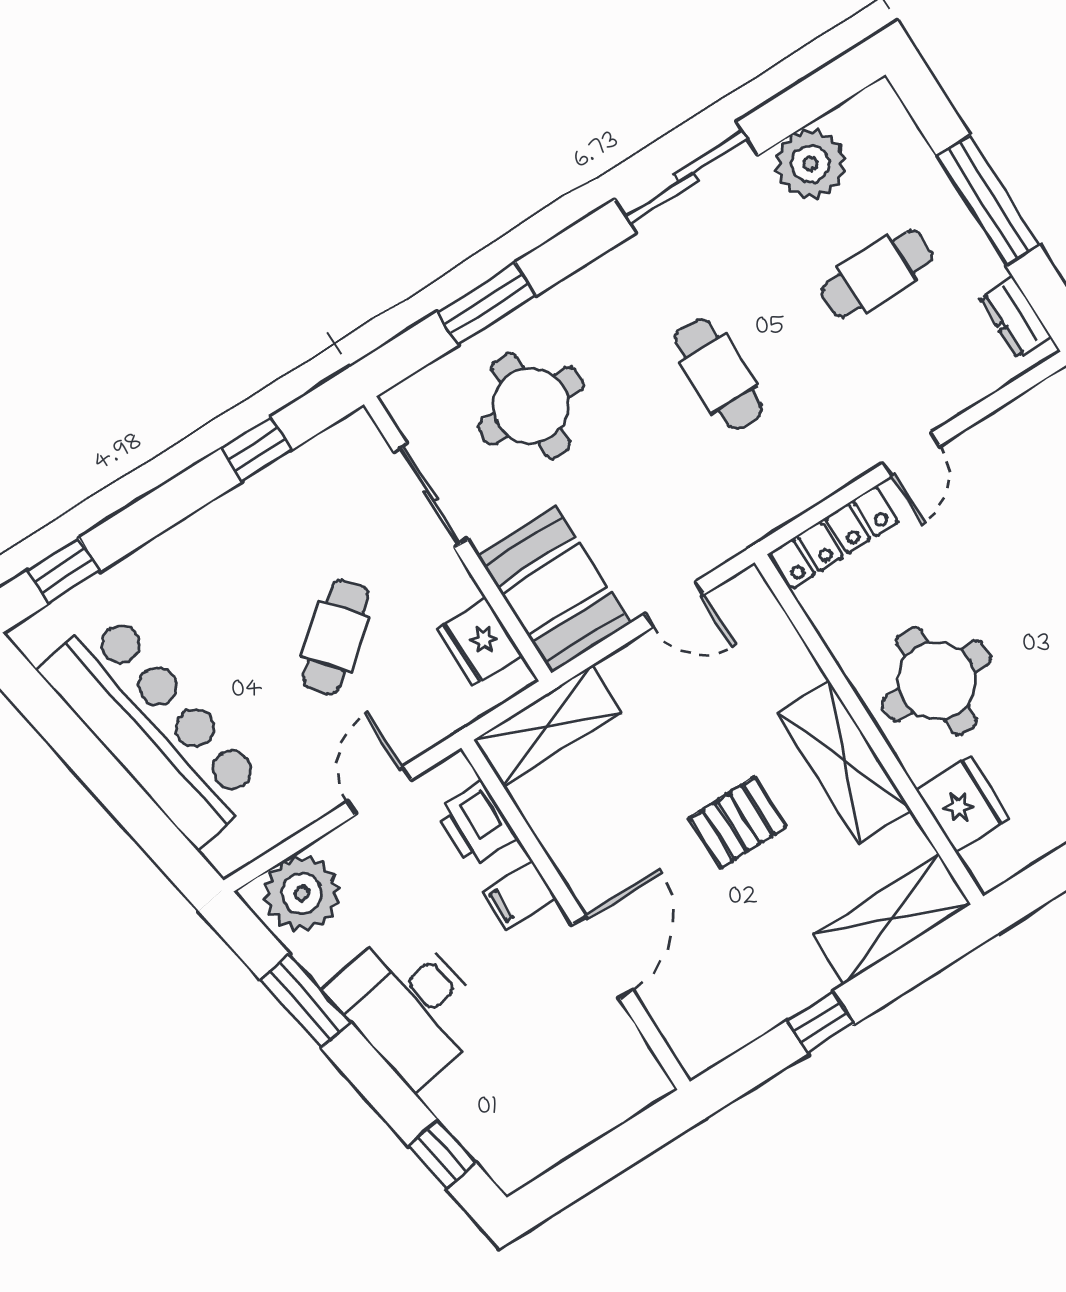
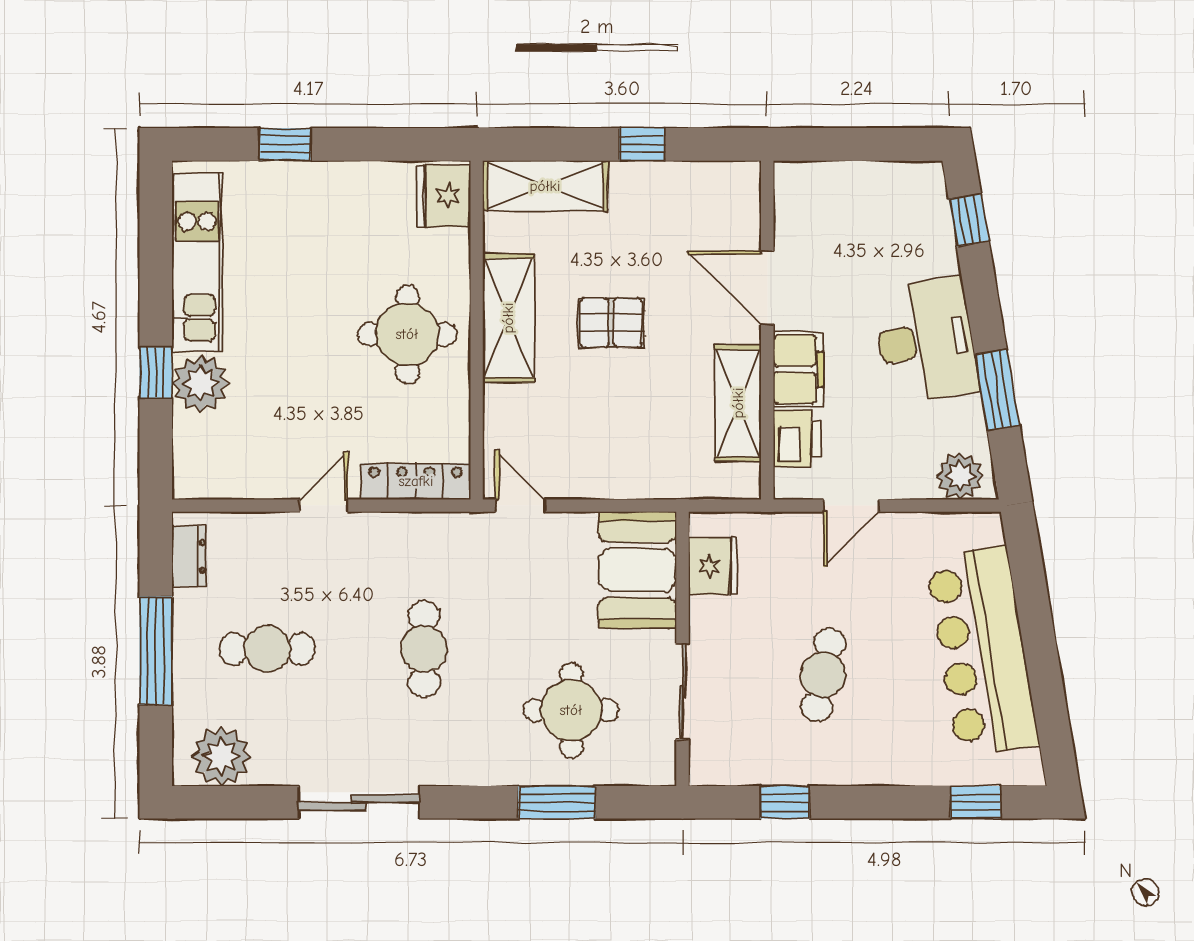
plant: (810, 164) -> (221, 756), moved
door: (674, 604) -> (521, 506), moved
cafe table: (335, 637) -> (823, 675), moved, turned -38
shelving: (547, 726) -> (738, 403), moved, turned 90
fridge: (963, 804) -> (444, 196), moved
plant: (302, 894) -> (960, 476), width x0.73, depth x0.73
filing cabinet: (519, 895) -> (798, 369), width x2.00
door: (603, 958) -> (767, 288), hinge flipped

